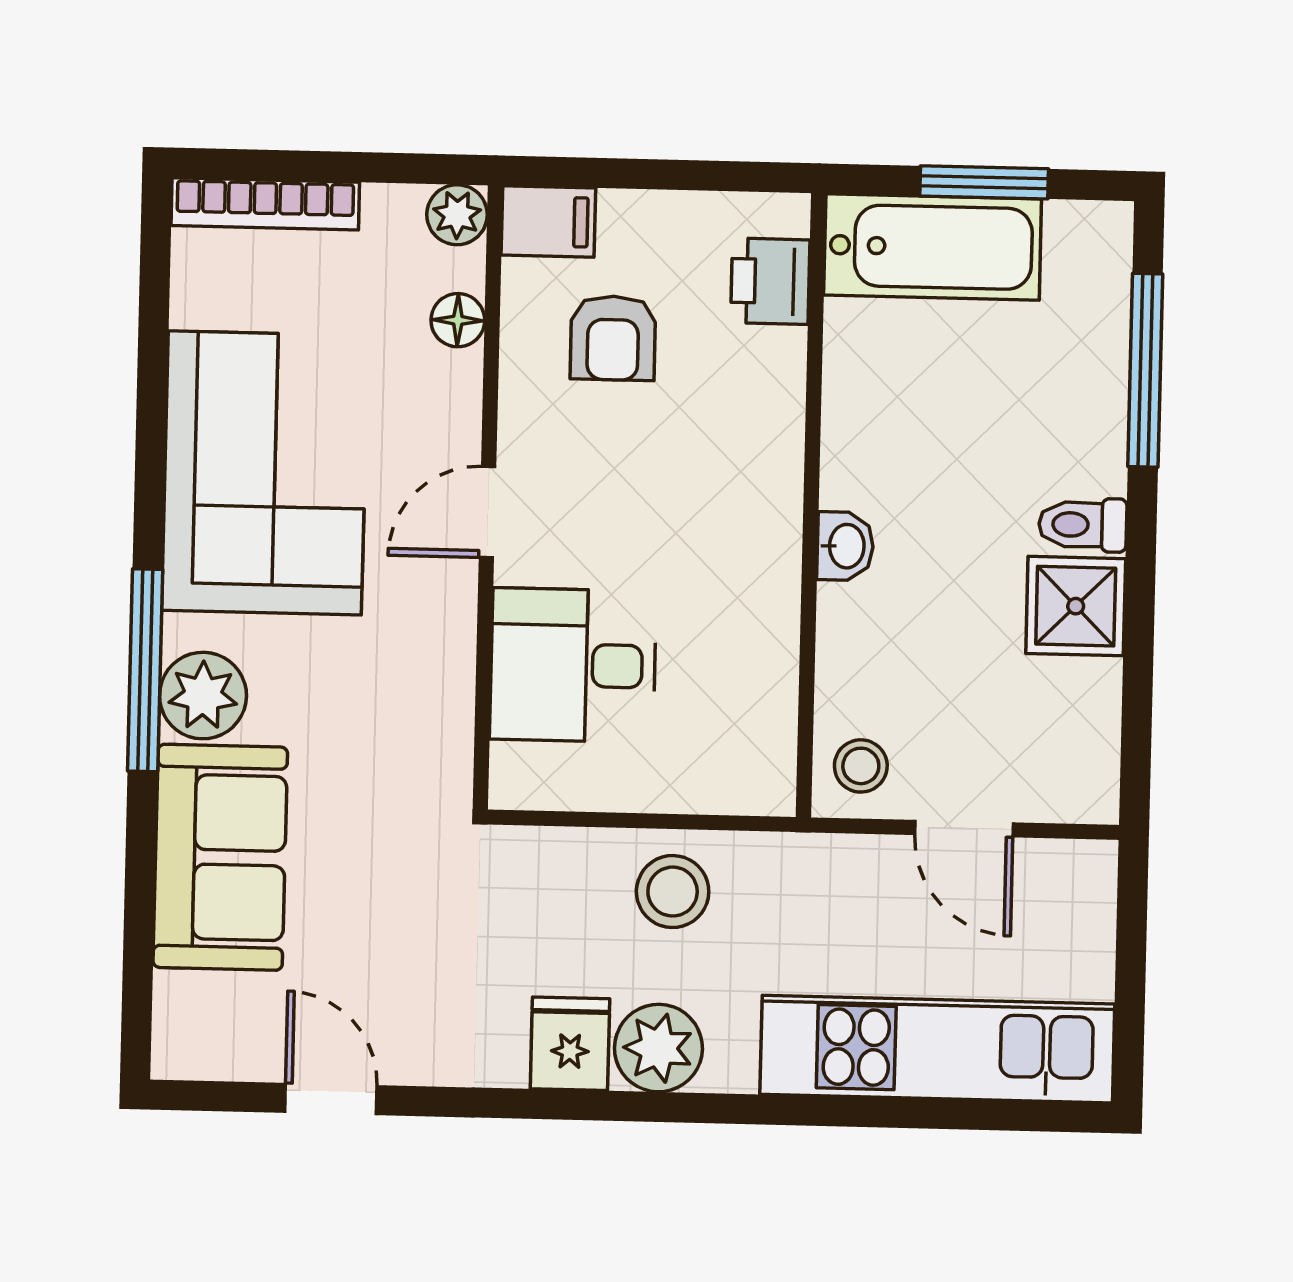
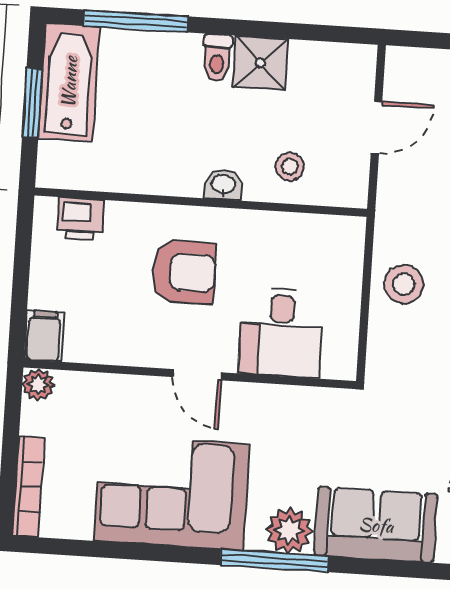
bathtub: (933, 247) -> (69, 82), moved
floor lamp: (458, 320) -> (95, 386), removed
armchair: (613, 338) -> (184, 272), moved, width x1.38, depth x1.38
stool: (861, 766) -> (290, 167), moved

